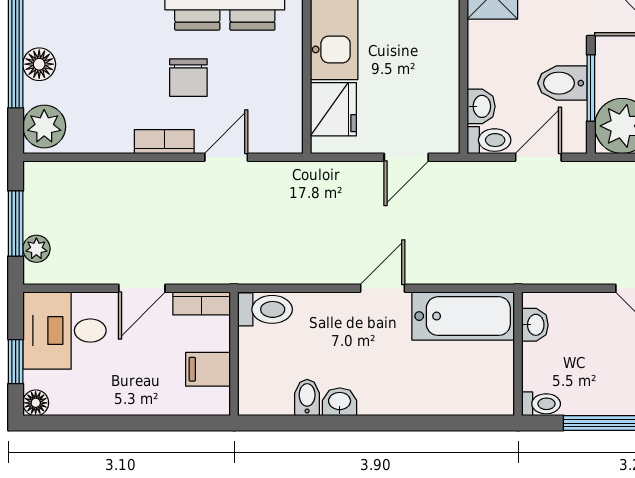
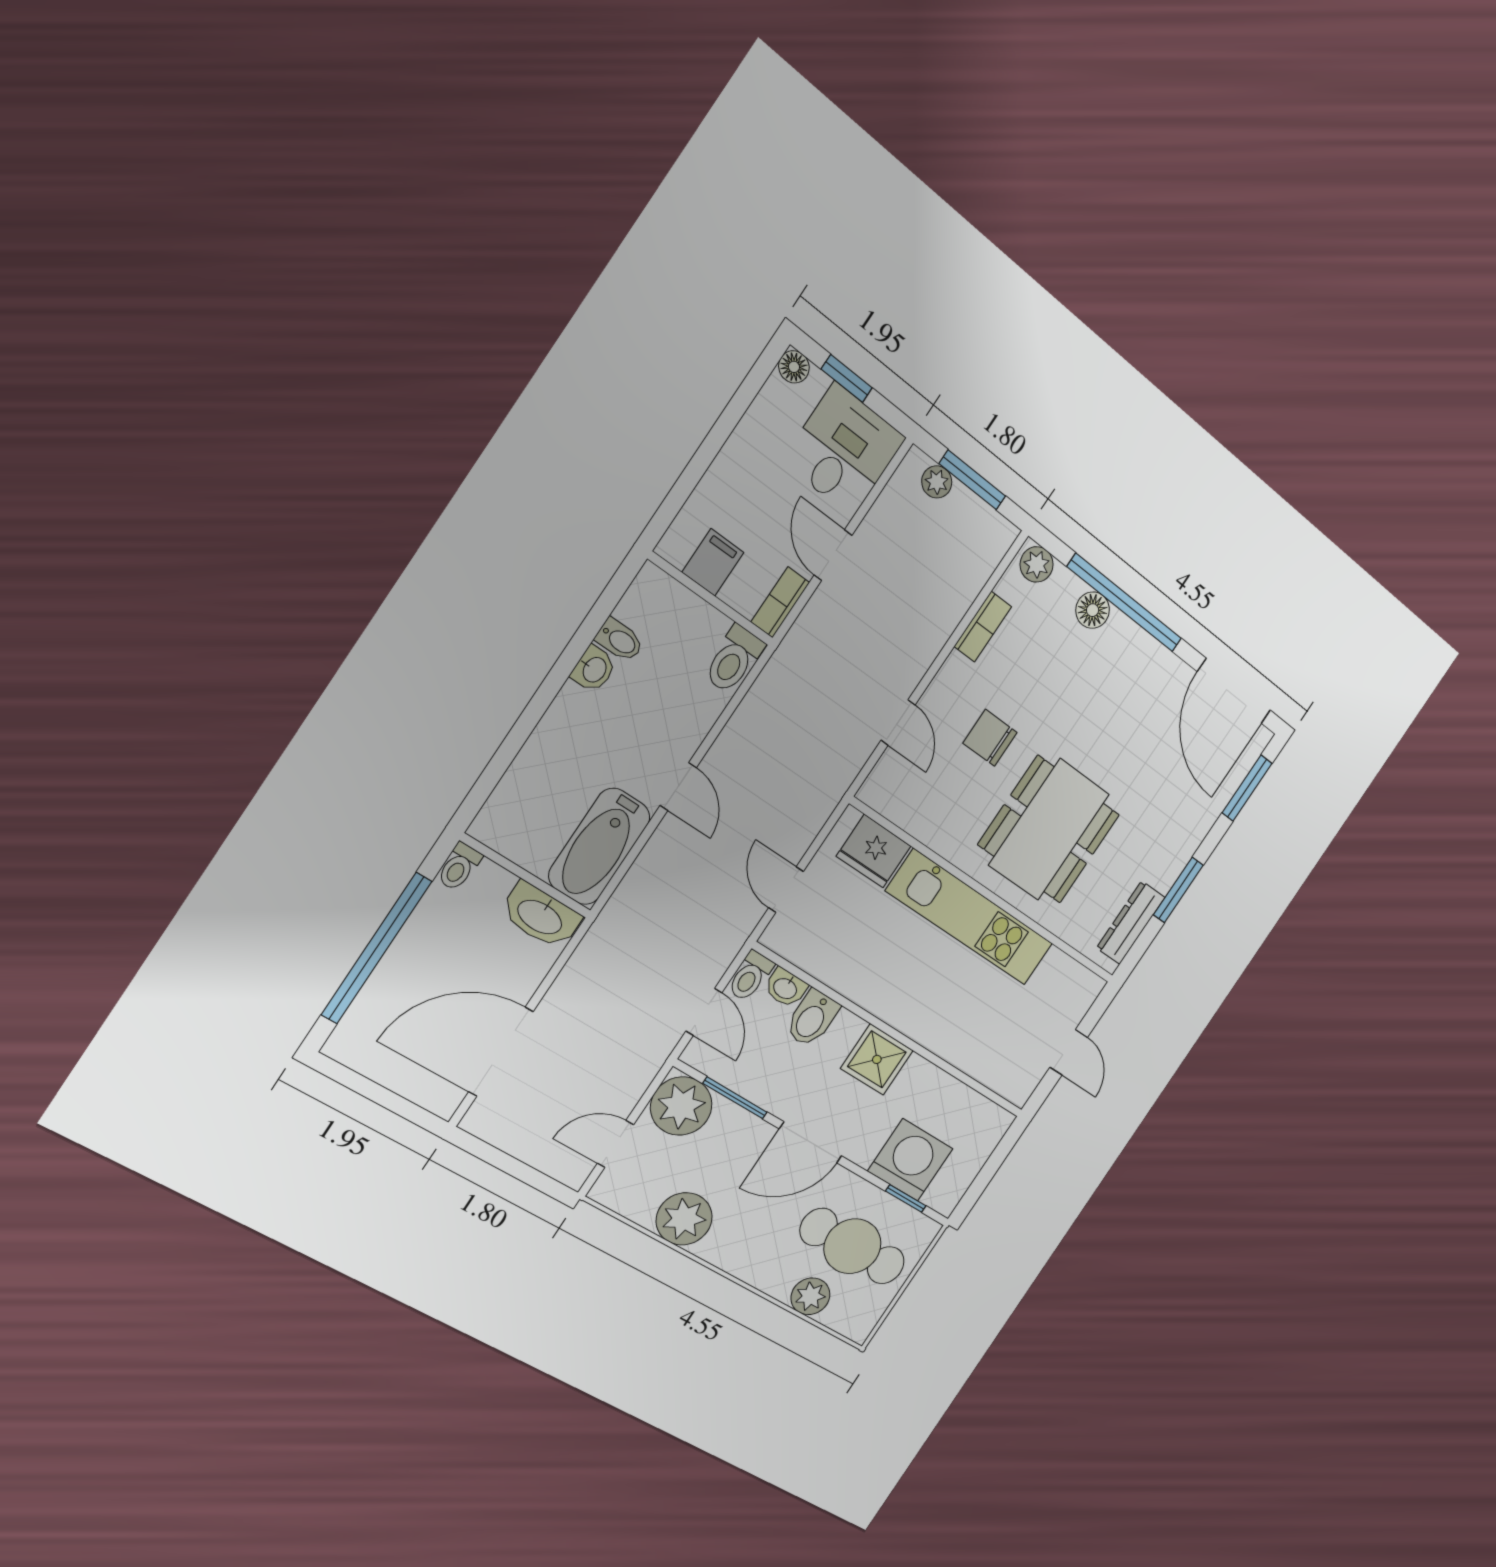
bidet: (562, 83) -> (812, 1018), moved, turned 180
plant: (44, 126) -> (1037, 564), width x0.73, depth x0.73
bookcase: (164, 142) -> (983, 627), moved
washbasin: (535, 325) -> (540, 916), width x1.91, depth x1.45

